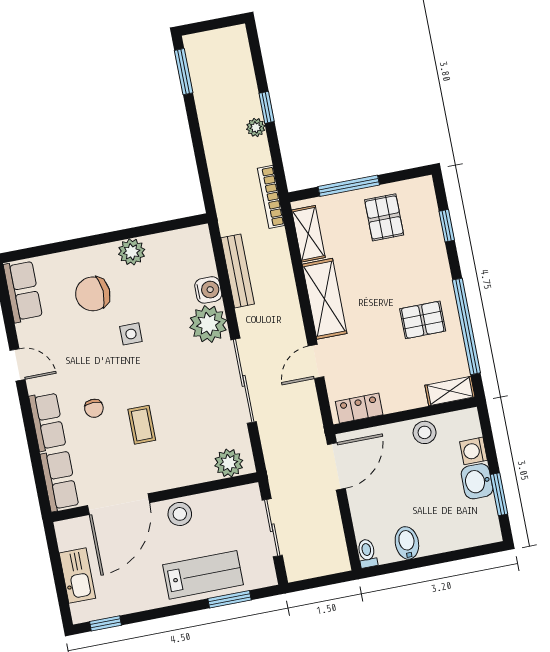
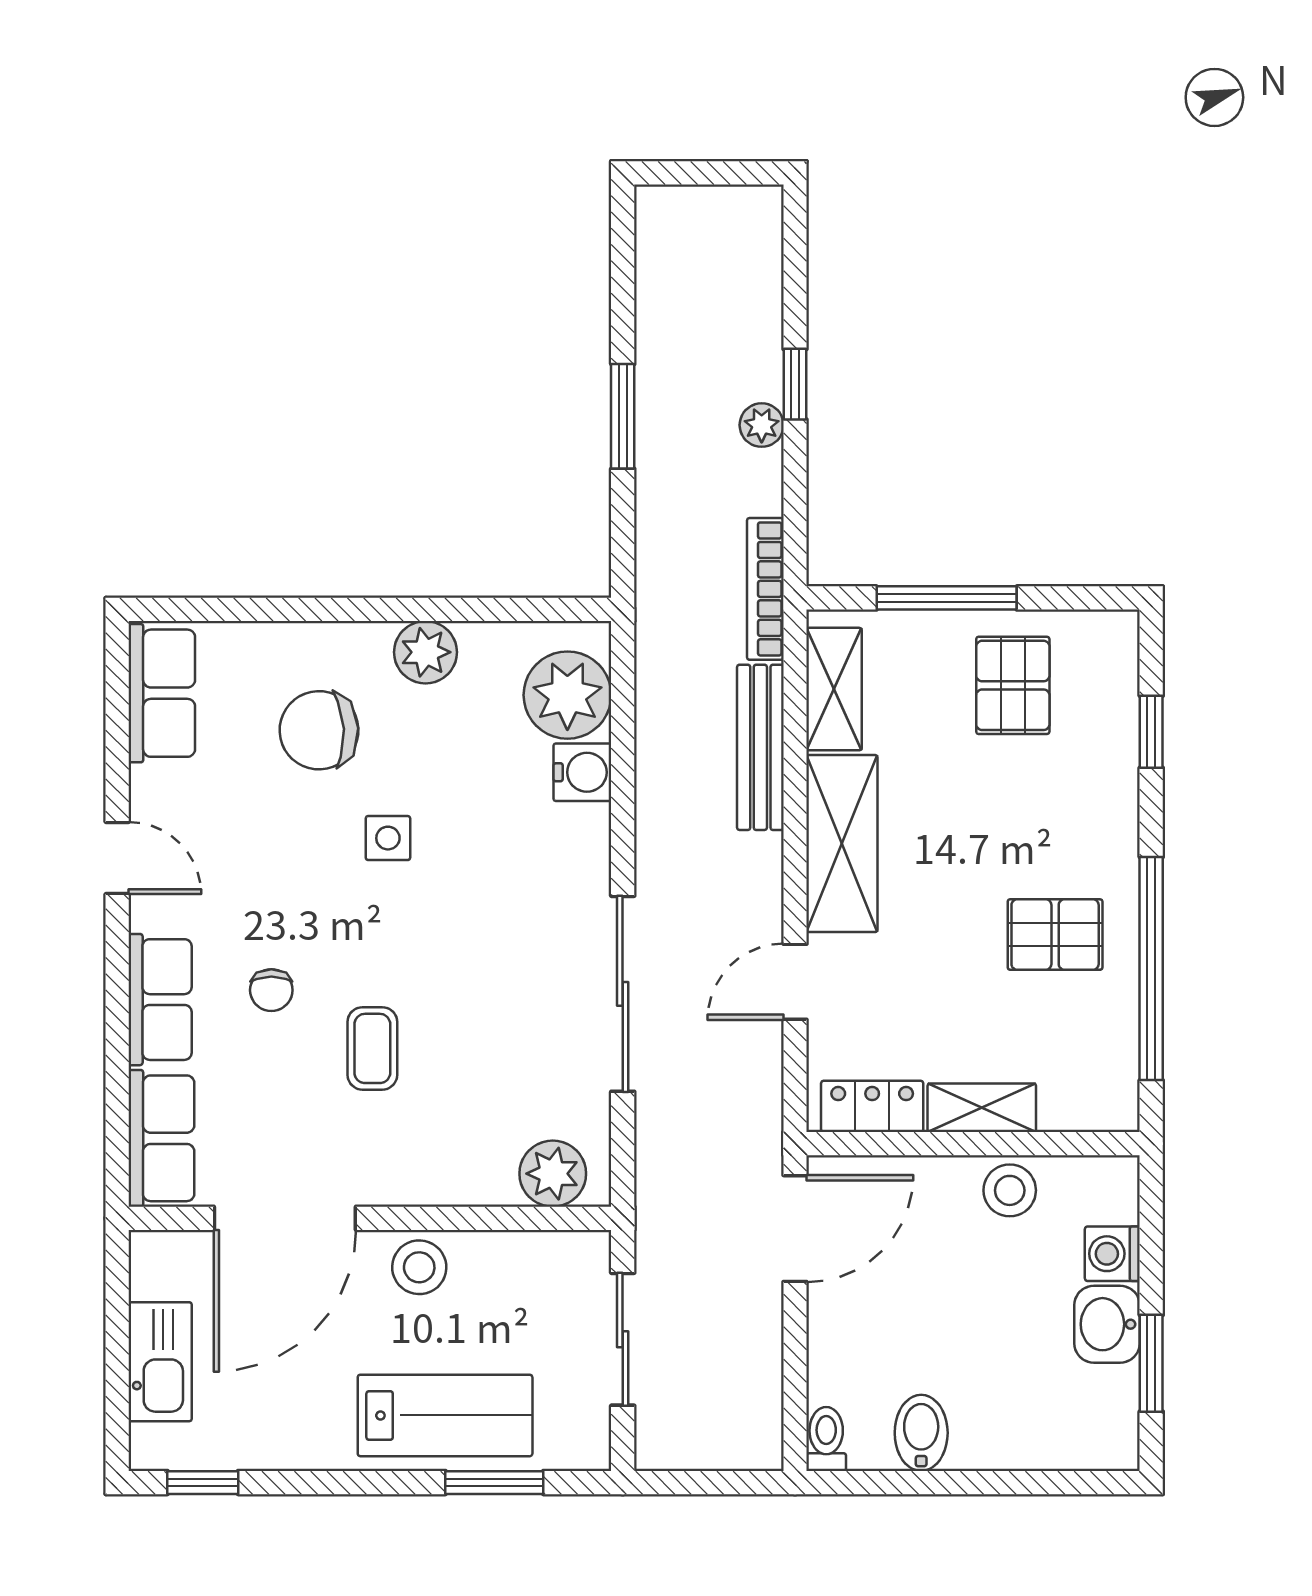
window: (184, 72) -> (623, 416), moved
bench: (238, 271) -> (760, 747), moved
plant: (208, 324) -> (567, 695), moved
shelving: (450, 391) -> (982, 1108), moved

